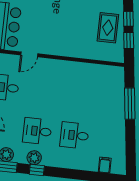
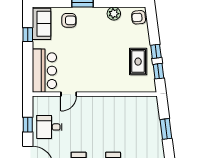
window: (130, 104) -> (166, 129), width x0.69

